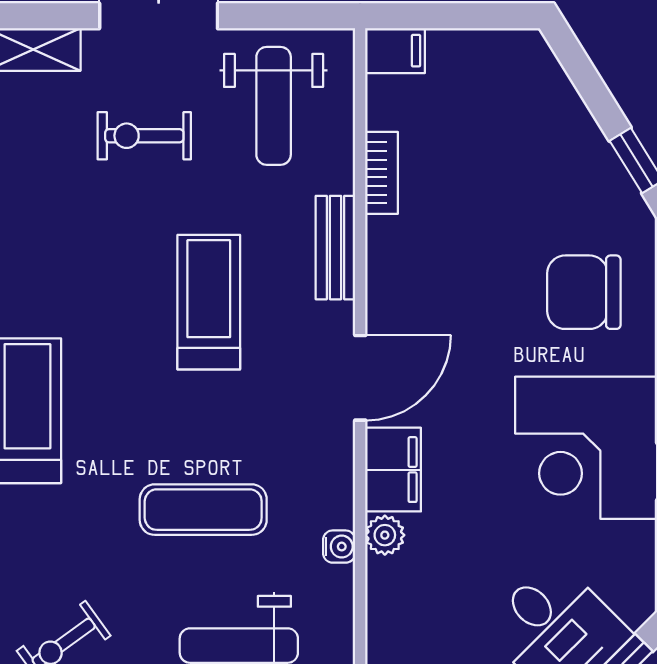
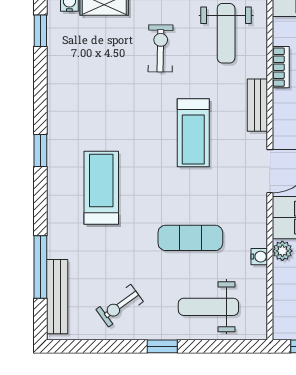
exercise bike: (144, 136) -> (161, 48), turned 91
treadmill: (209, 302) -> (193, 133), turned 180

